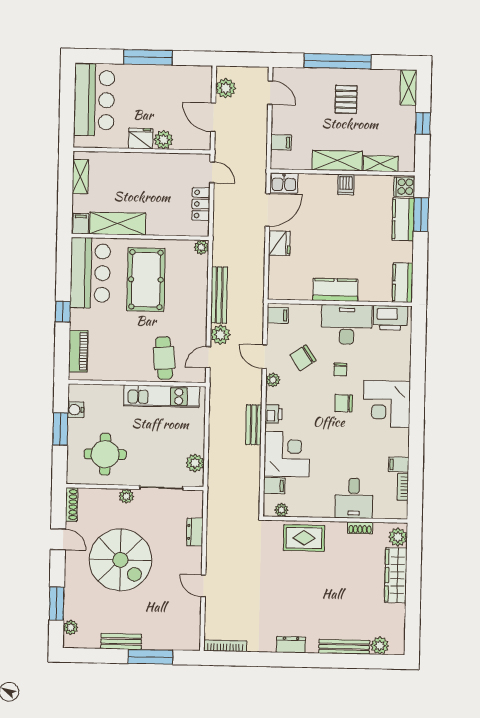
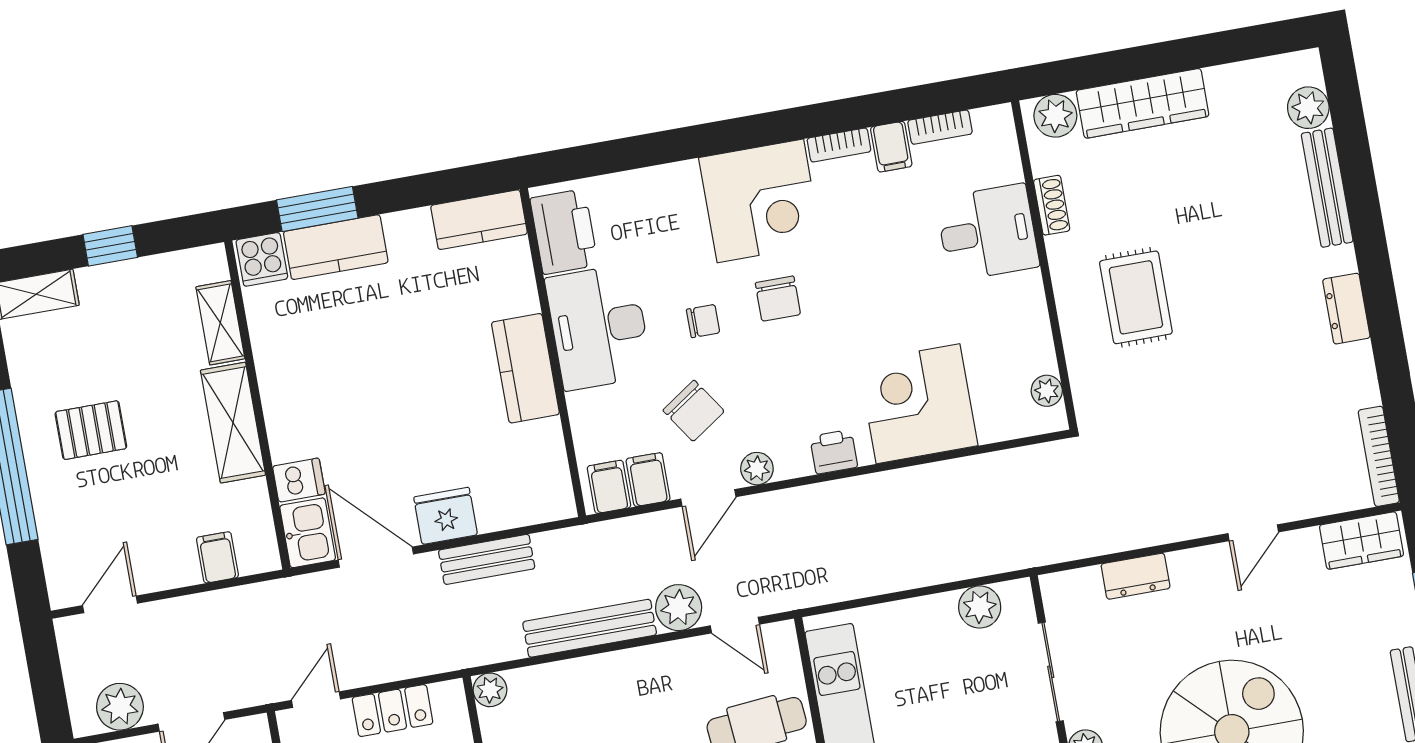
dishwasher: (346, 185) -> (299, 480), moved
bench: (254, 425) -> (487, 559), moved
bookcase: (404, 442) -> (839, 145), added
filing cabinet: (274, 486) -> (648, 480), moved
rug: (304, 538) -> (1136, 297), moved
wardrobe: (191, 631) -> (1362, 541), added

